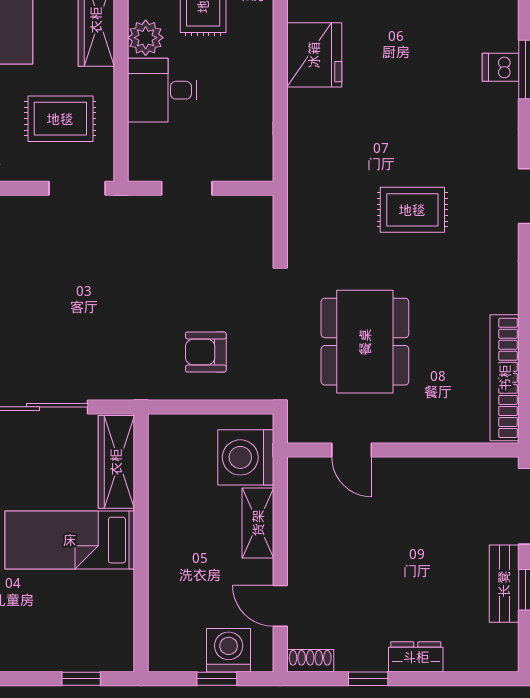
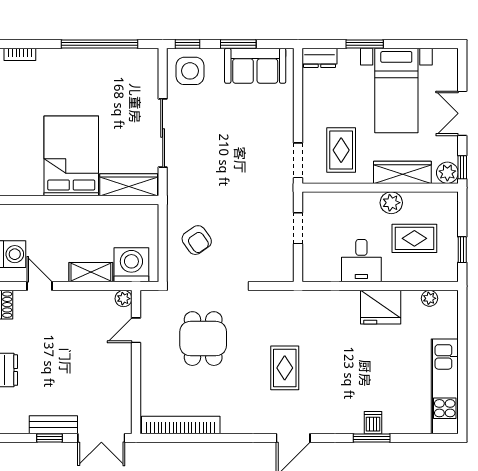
desk: (162, 90) -> (361, 261), moved, turned 180
dining table: (365, 342) -> (203, 339), width x0.73
armchair: (206, 352) -> (197, 240), turned 145
plant: (300, 470) -> (124, 299), added
bed: (70, 540) -> (71, 156), width x1.50
door: (280, 606) -> (40, 286), hinge flipped

